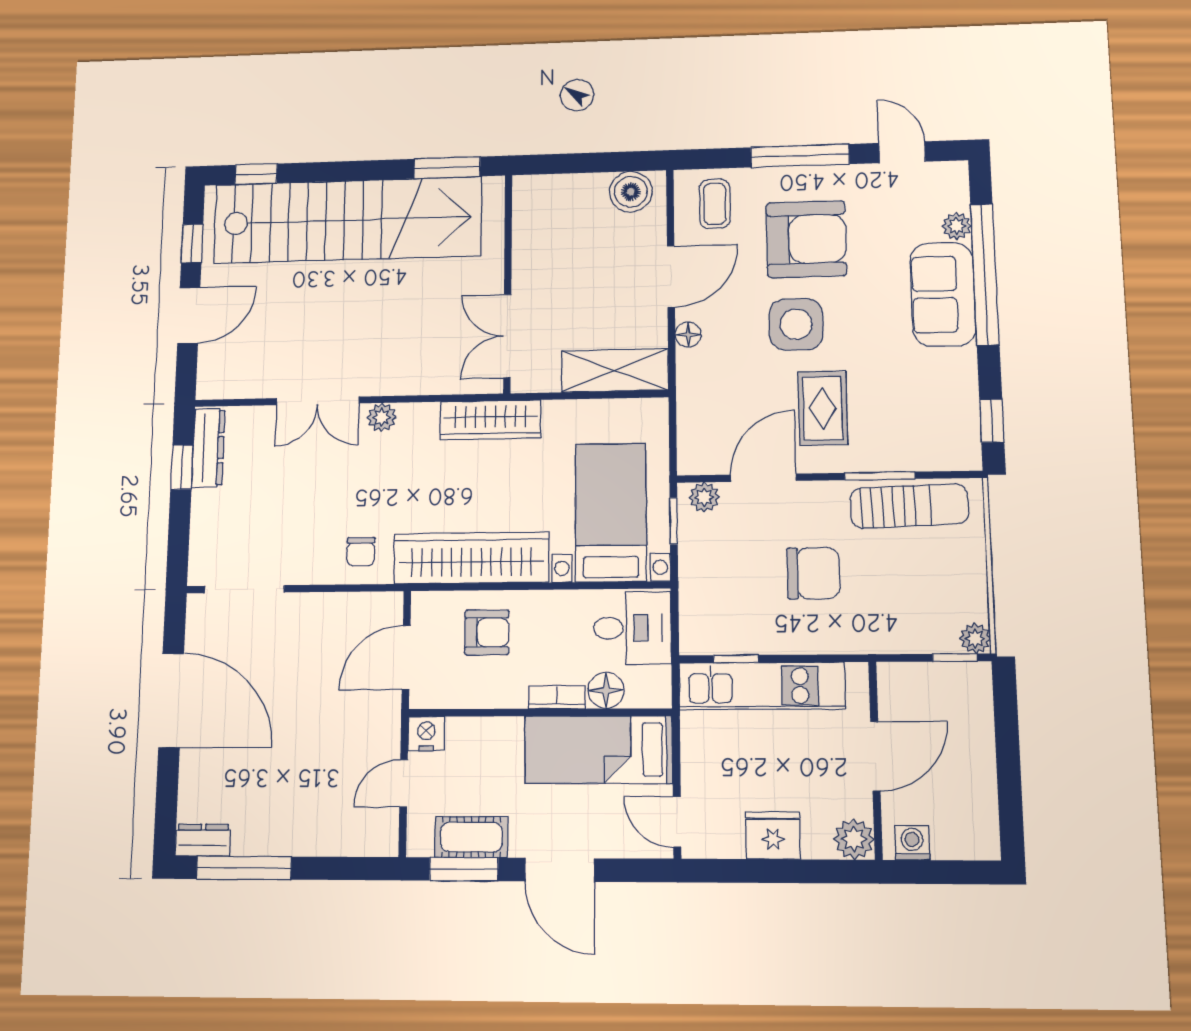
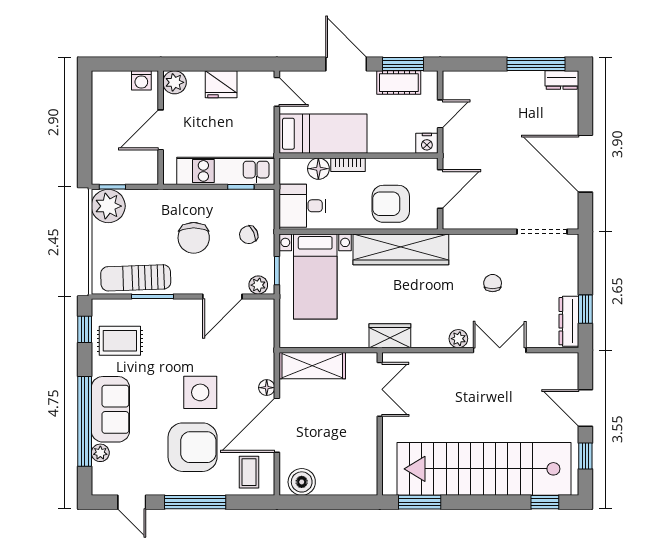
armchair: (806, 239) -> (193, 447), turned 180
door: (671, 277) -> (277, 425), width x1.36
door: (189, 315) -> (585, 408), hinge flipped
rug: (823, 408) -> (120, 341), moved, turned 90
wardrobe: (490, 420) -> (390, 336), width x0.67
chair: (361, 551) -> (493, 283), moved
chair: (813, 573) -> (194, 238), turned -90
chair: (721, 579) -> (249, 235), added
armchair: (487, 632) -> (391, 204), width x1.38, depth x1.38
plant: (975, 638) -> (108, 206), width x1.87, depth x1.87

